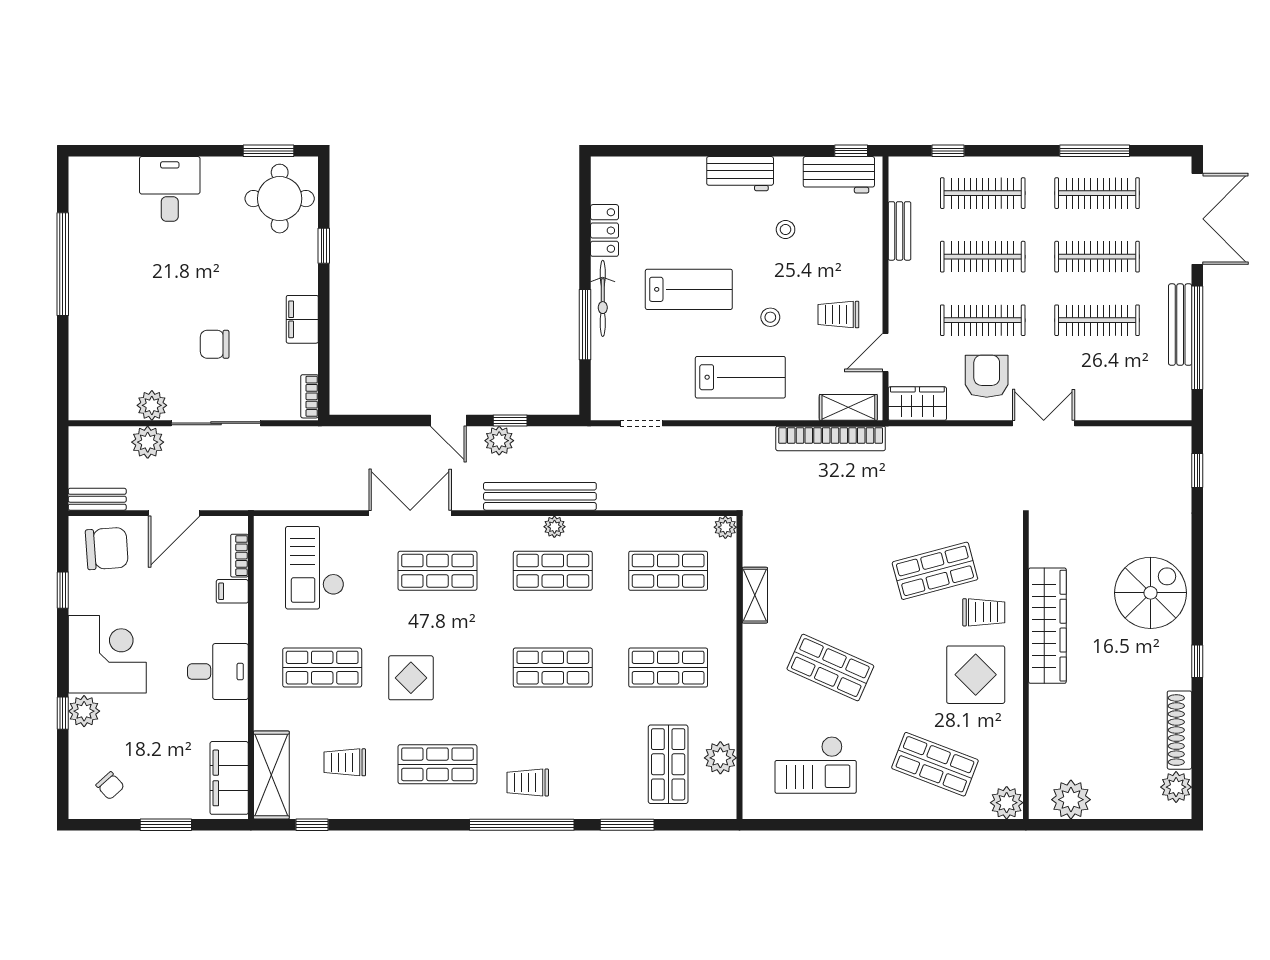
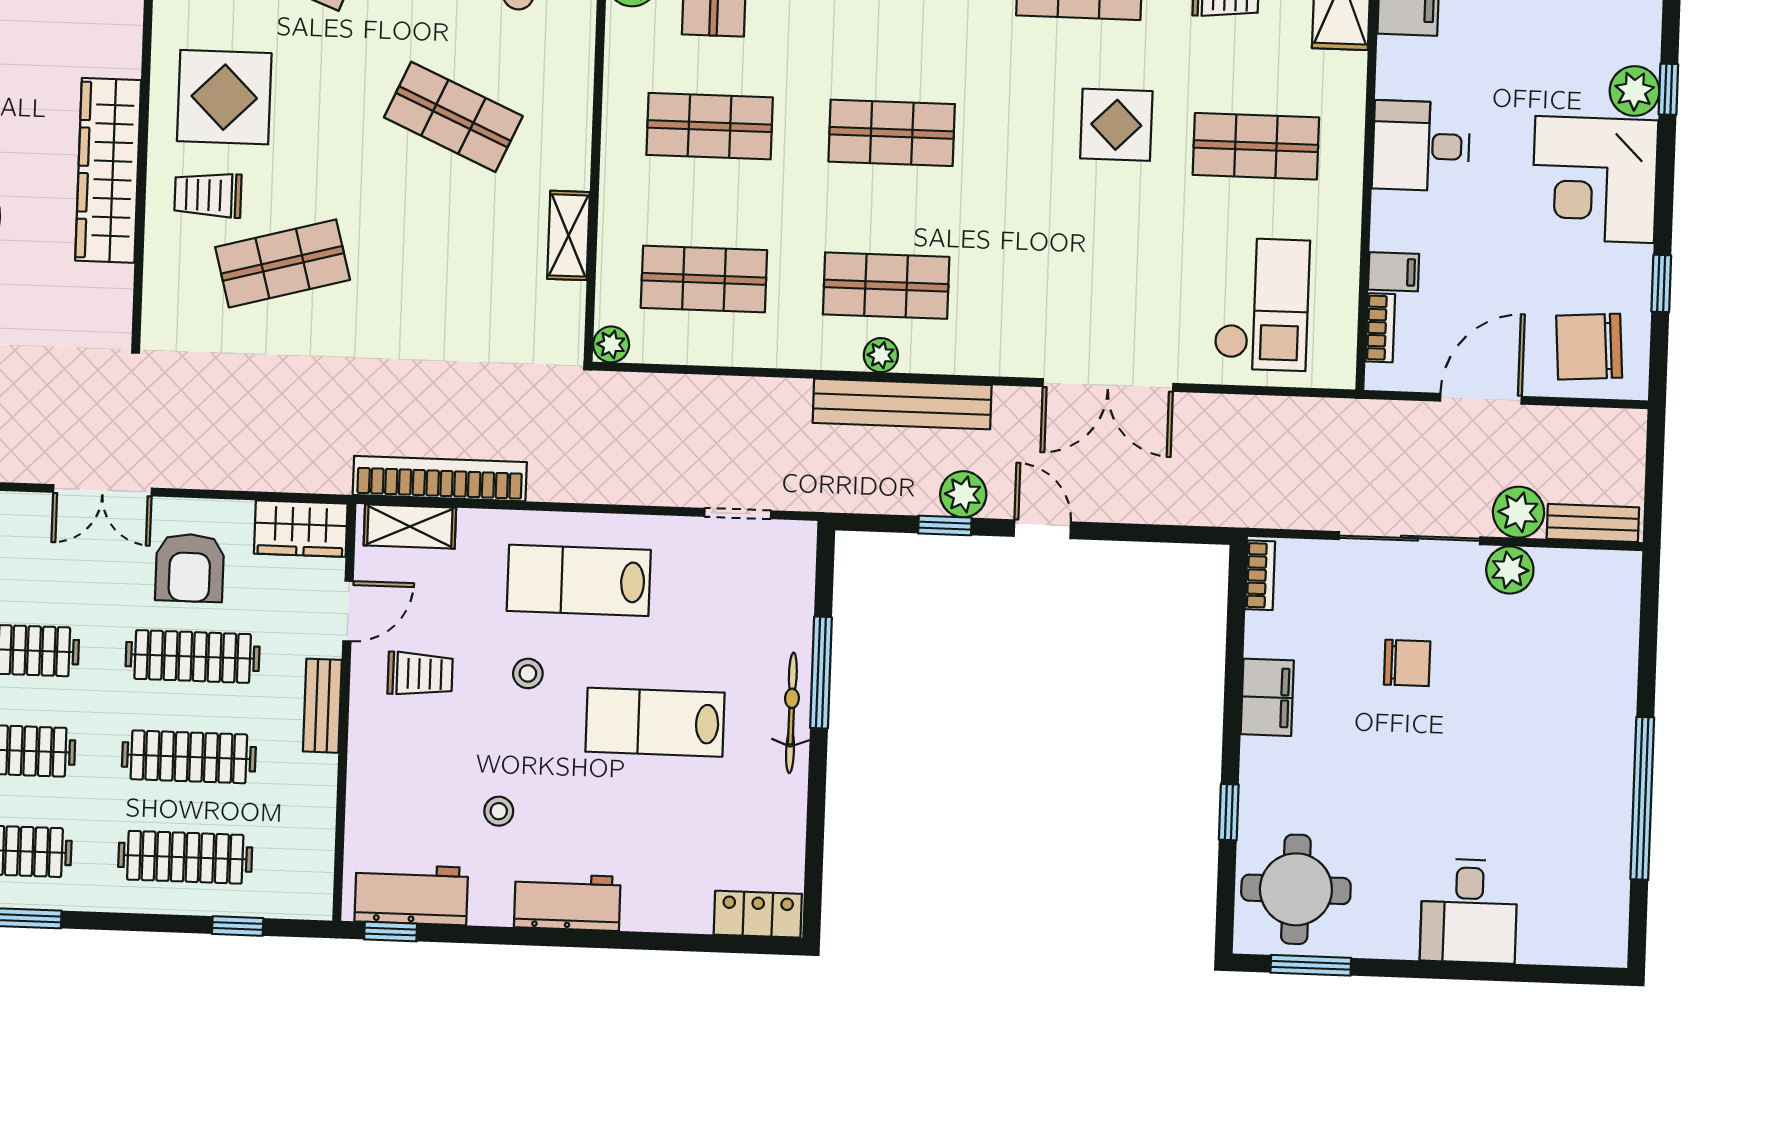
locker: (605, 230) -> (758, 914), moved, turned 90
bench: (900, 231) -> (322, 706), moved
bench: (97, 499) -> (1593, 523), moved
shop shelf: (437, 571) -> (1068, 292), removed

